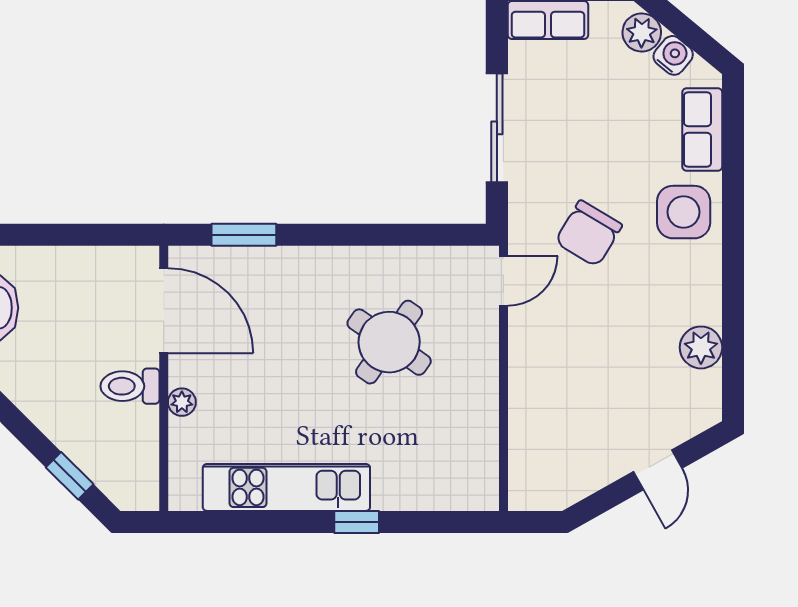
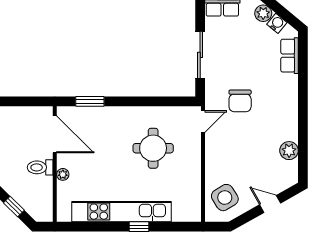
side table: (684, 212) -> (225, 198), moved, turned -32
chair: (589, 233) -> (240, 101), turned -31
round table: (389, 342) -> (153, 148), turned -35
door: (658, 470) -> (270, 204), swing flipped
kitchen unit: (286, 487) -> (122, 212), width x1.36

